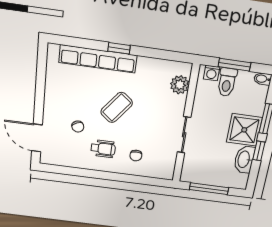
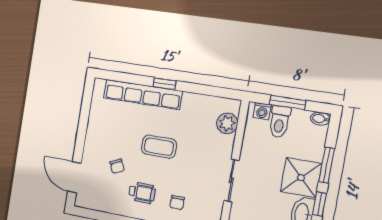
coffee table: (117, 107) -> (159, 147), turned 52

